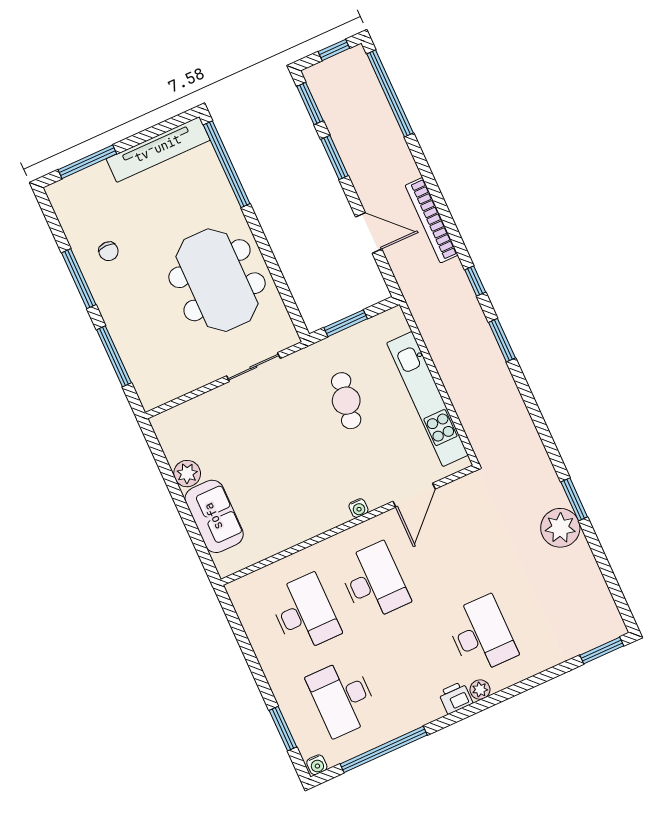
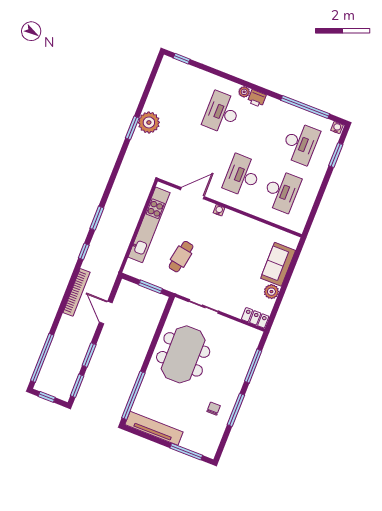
locker: (174, 419) -> (255, 318), added
desk: (304, 613) -> (282, 191), turned 180
window: (602, 651) -> (182, 59), width x0.67

